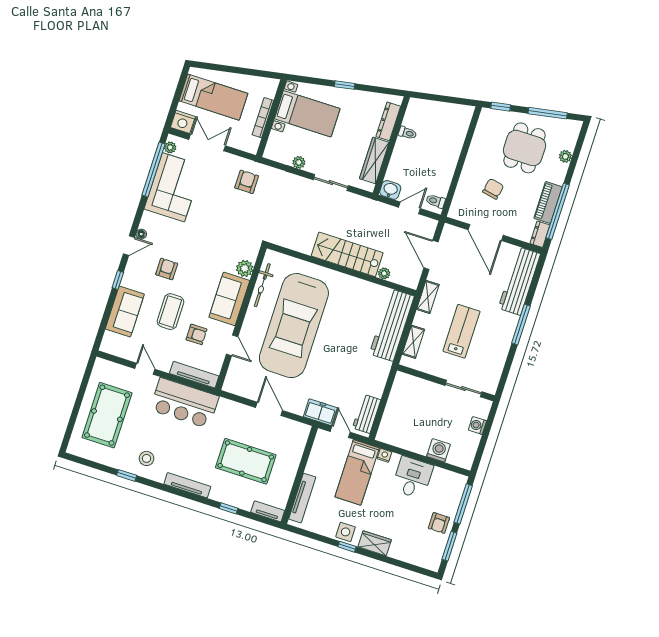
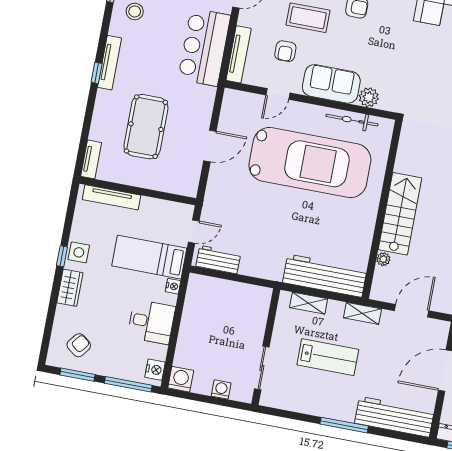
car: (294, 326) -> (310, 163), turned 180
freezer: (320, 412) -> (214, 206), removed
washing machine: (439, 450) -> (181, 379), moved, turned -90
nightstand: (454, 480) -> (155, 370), added
window: (229, 508) -> (97, 73), moved
armchair: (439, 523) -> (79, 345), moved, turned 128

